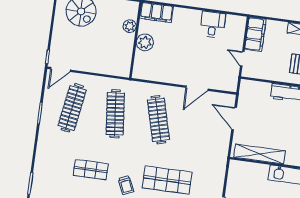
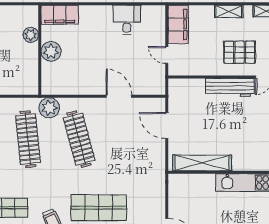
door: (197, 88) -> (119, 96), swing flipped
plant: (137, 90) -> (49, 108), added

